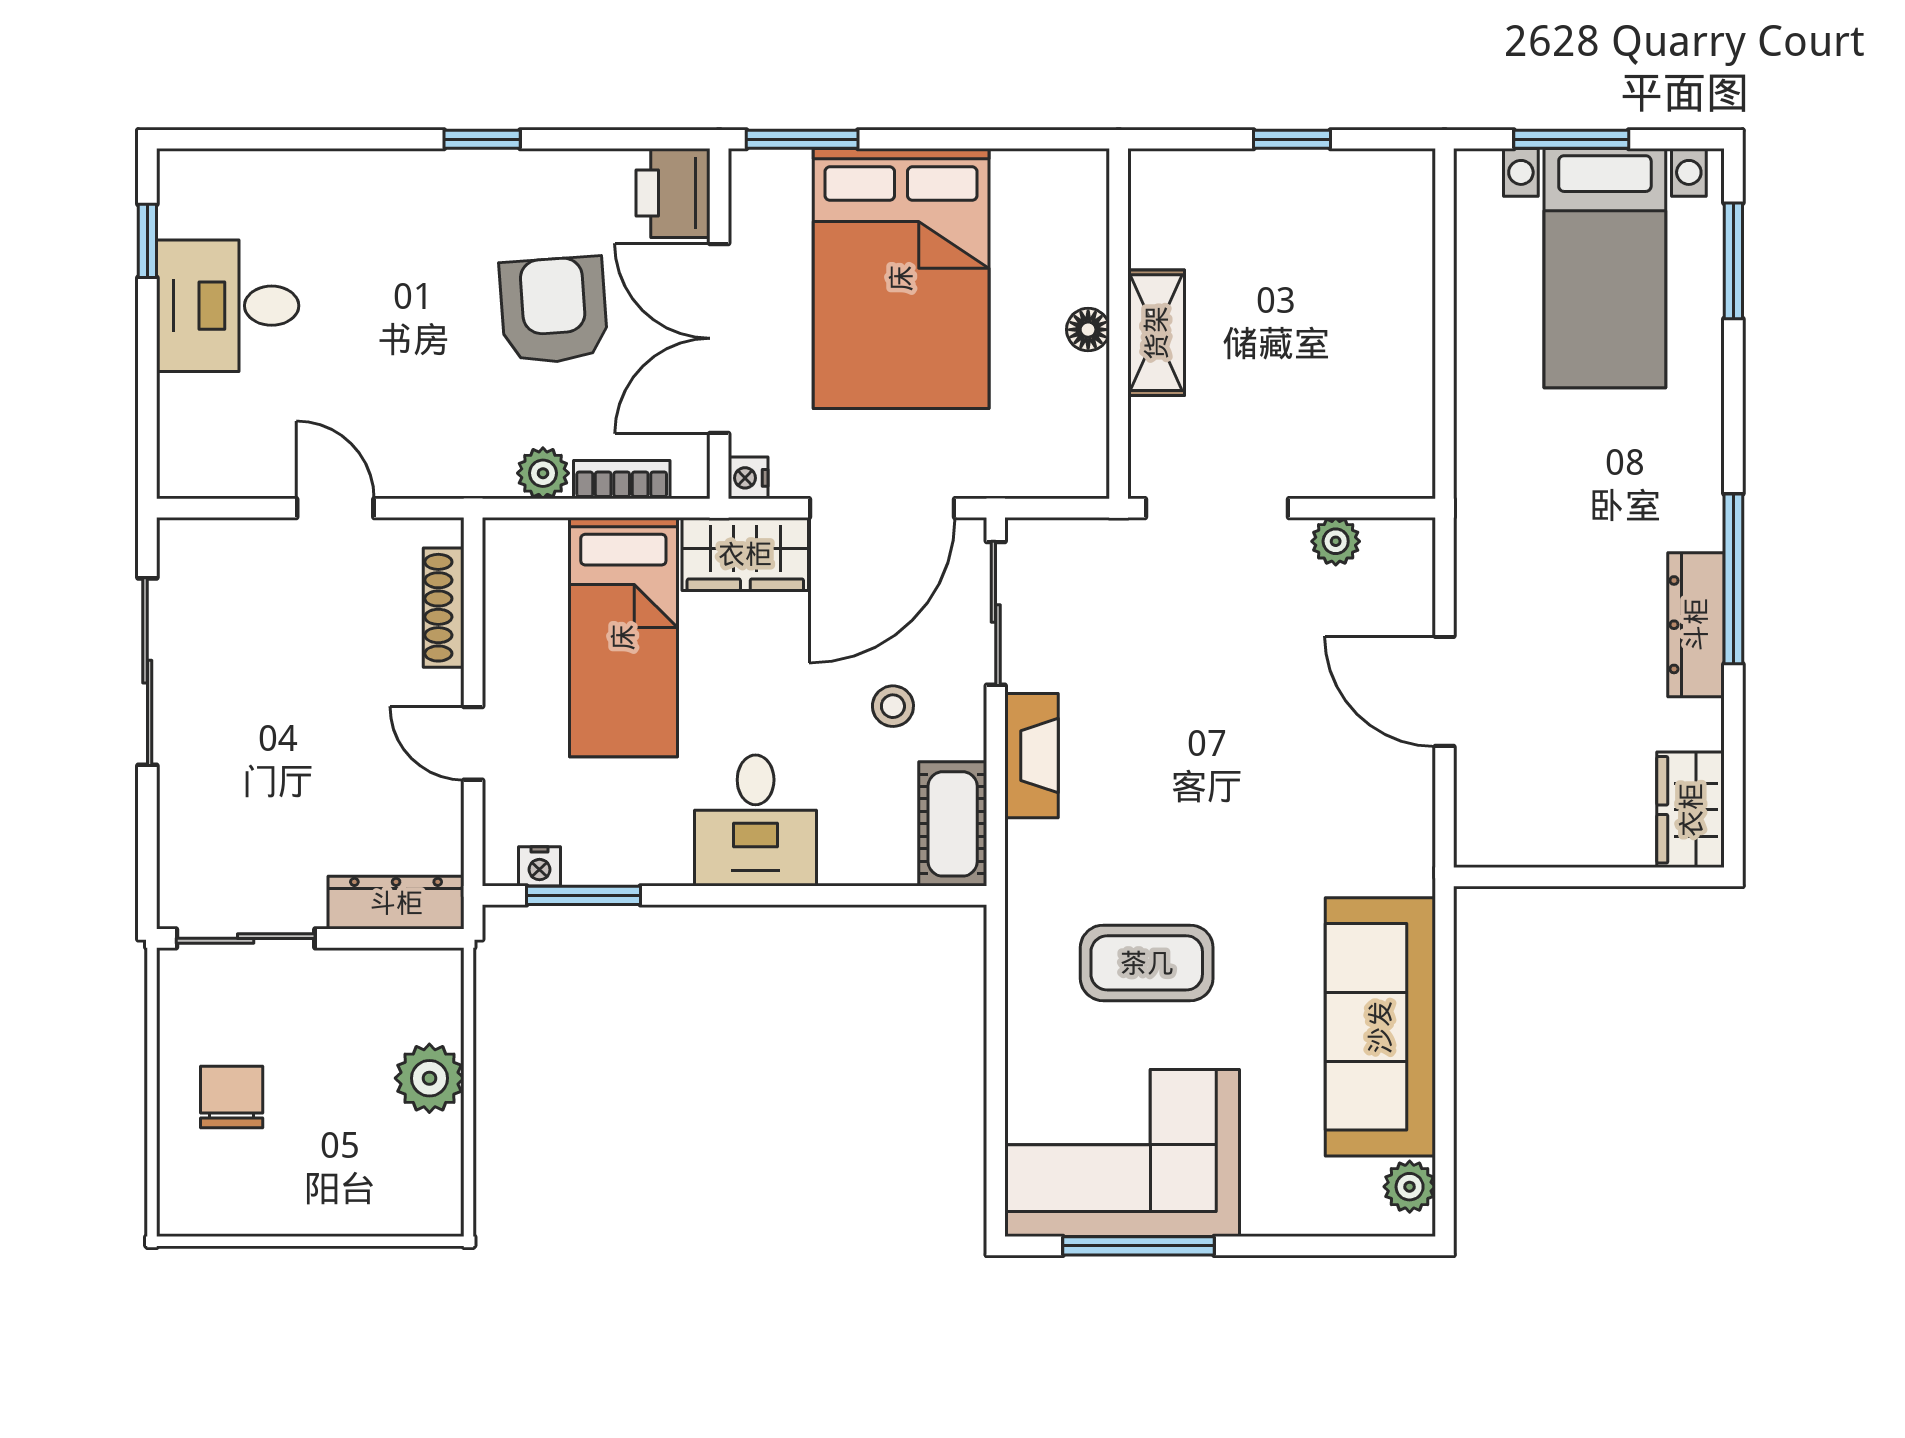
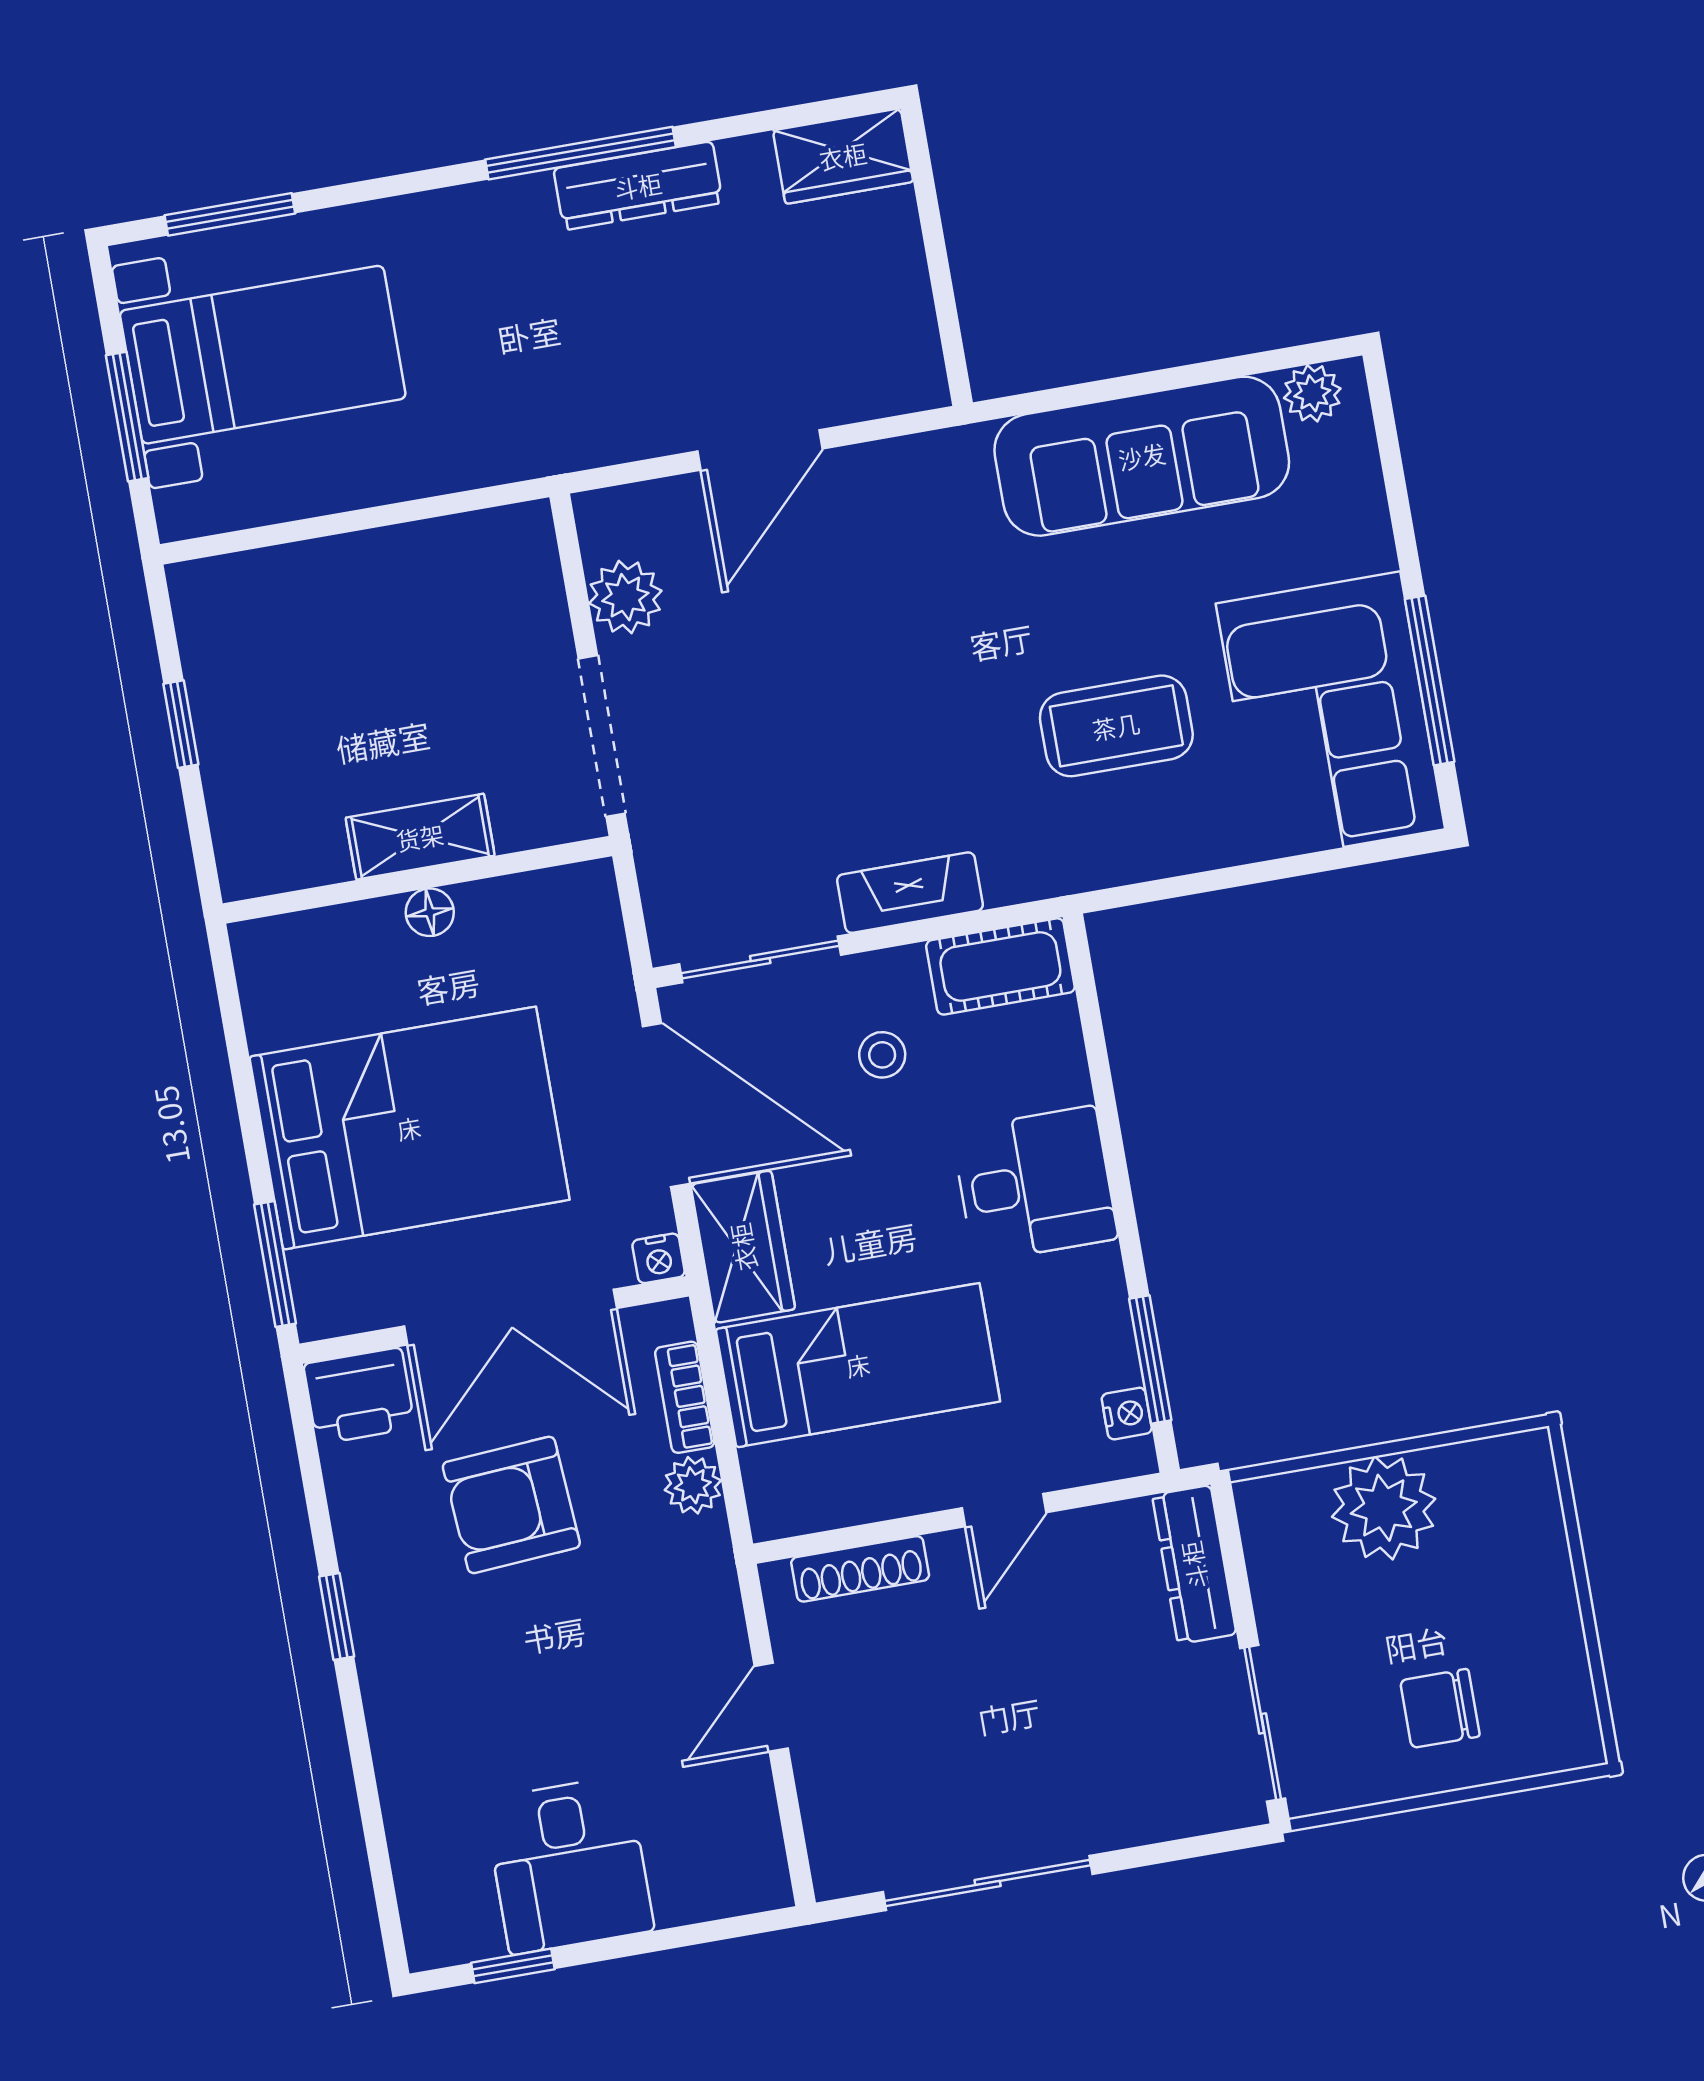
plant: (1336, 541) -> (625, 597), width x1.38, depth x1.38
coffee table: (1147, 963) -> (1116, 726), turned 90
plant: (429, 1078) -> (1384, 1508), width x1.36, depth x1.36

